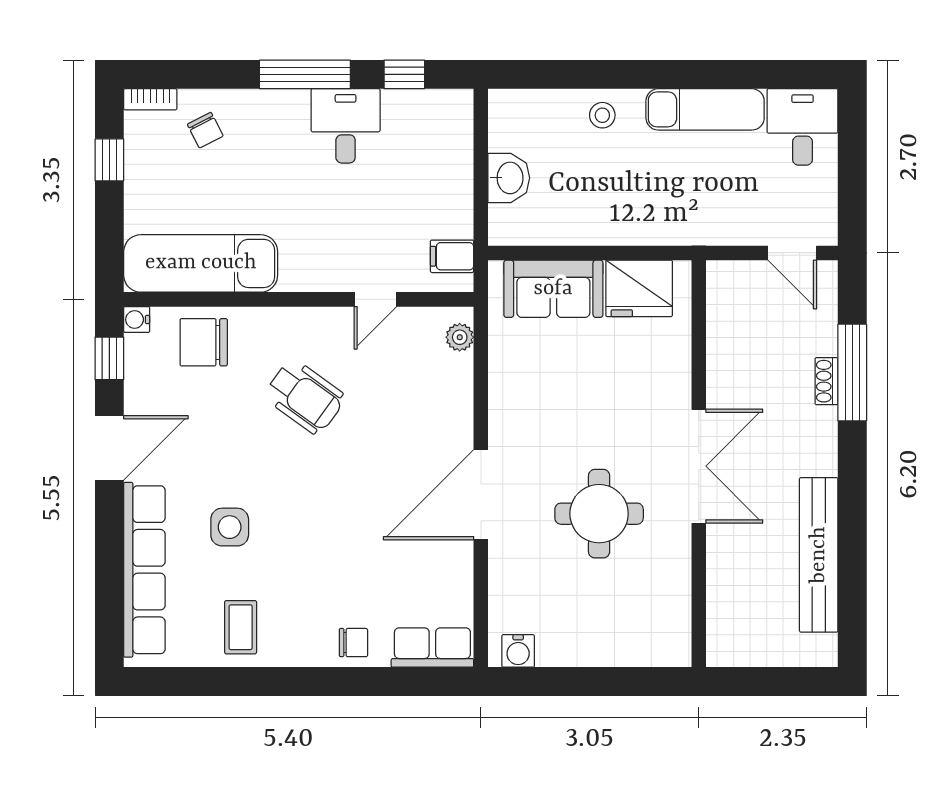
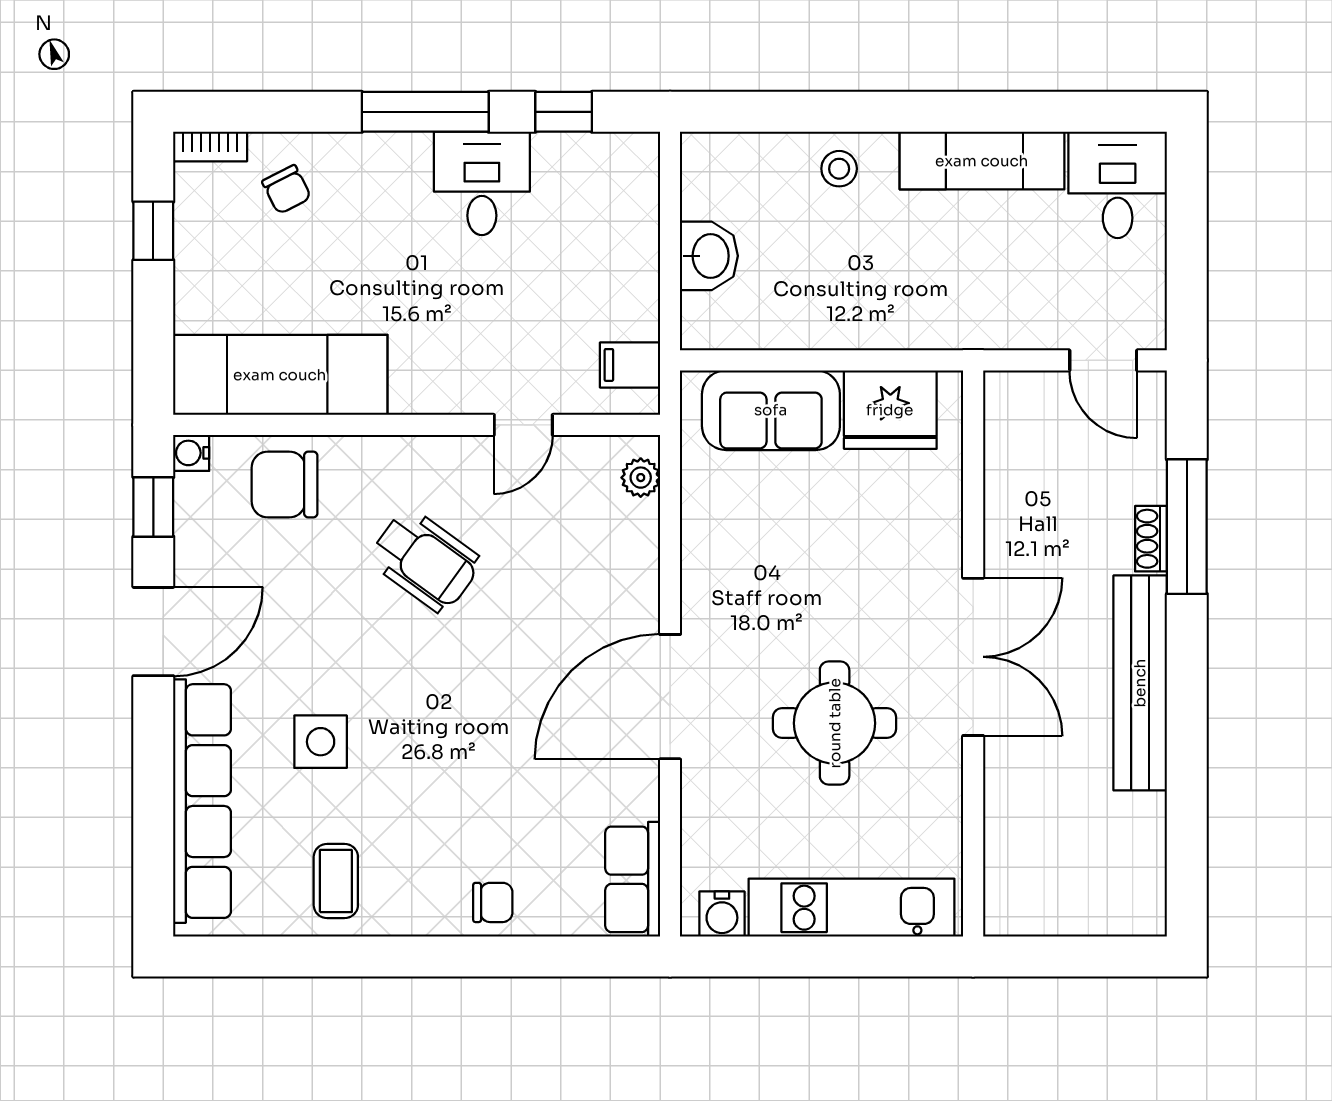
bench: (819, 555) -> (1140, 683), moved
kitchen unit: (611, 646) -> (851, 908), added
row of seats: (432, 648) -> (633, 879), moved, turned -90

